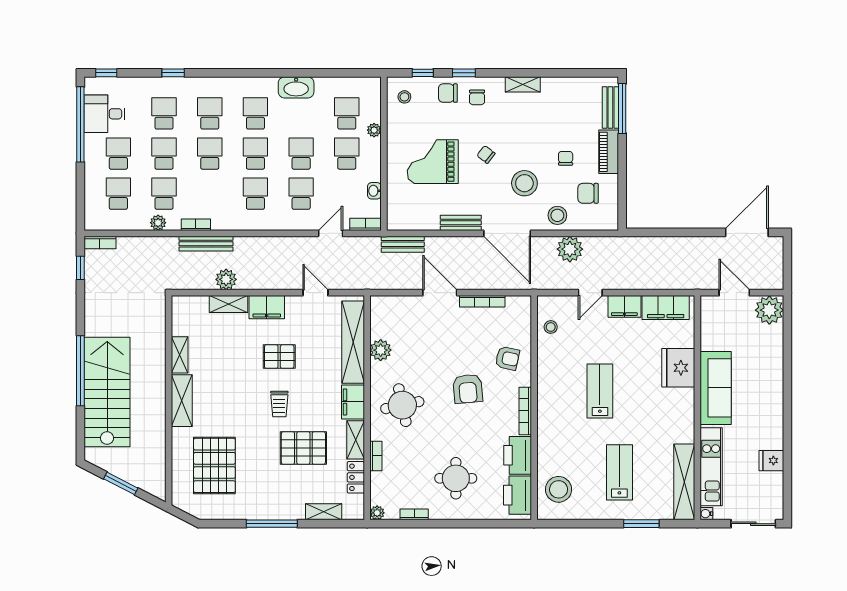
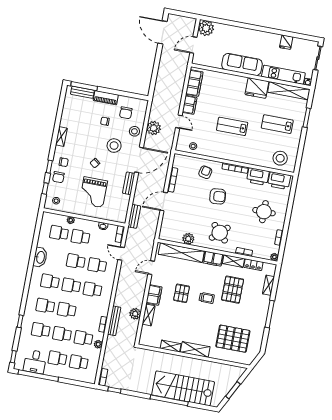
fridge: (678, 368) -> (257, 88), moved
round table: (402, 405) -> (220, 233), turned -31

